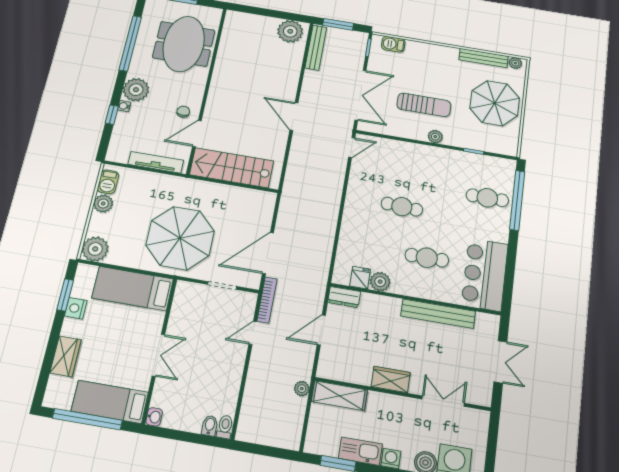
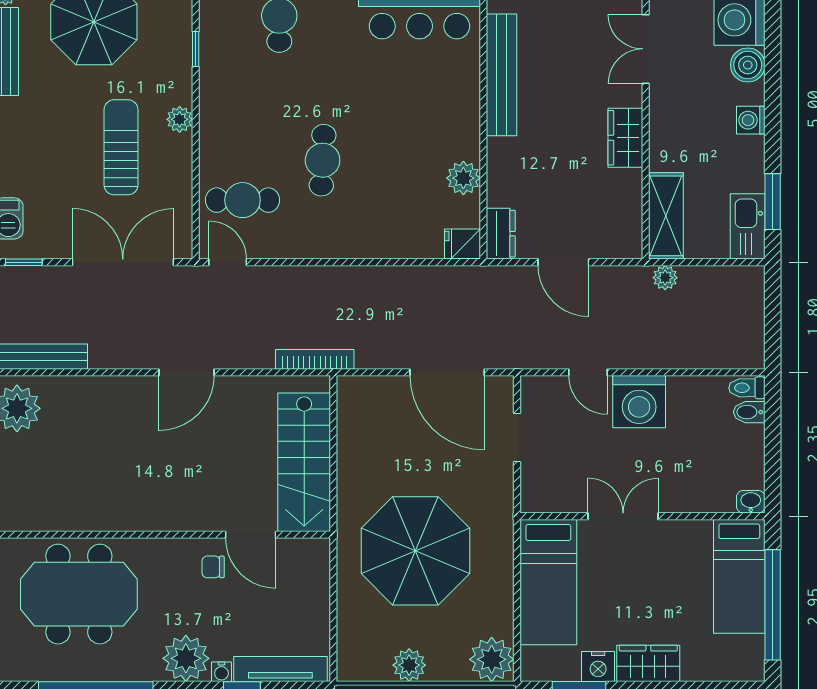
tv unit: (156, 162) -> (280, 669), moved, turned 90
barbecue: (108, 182) -> (369, 666), removed
parasol: (180, 238) -> (415, 551), moved
cafe table: (427, 258) -> (243, 200), moved, turned 90
fridge: (360, 278) -> (462, 244), moved
bookcase: (267, 300) -> (315, 359), moved
double door: (158, 355) -> (623, 516), moved
wardrobe: (66, 356) -> (648, 663), moved
washing machine: (229, 360) -> (639, 402), added
kitchen sink: (360, 451) -> (748, 226), moved

